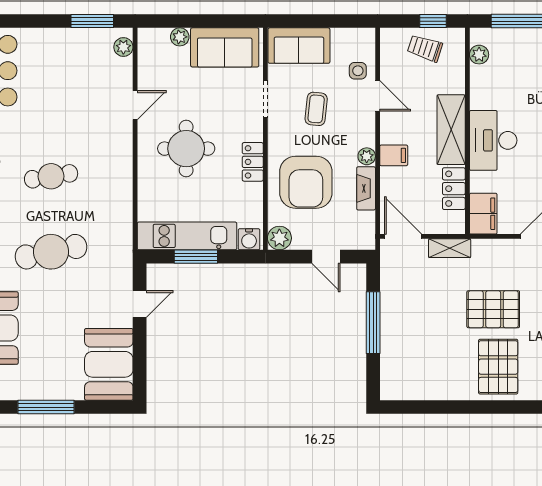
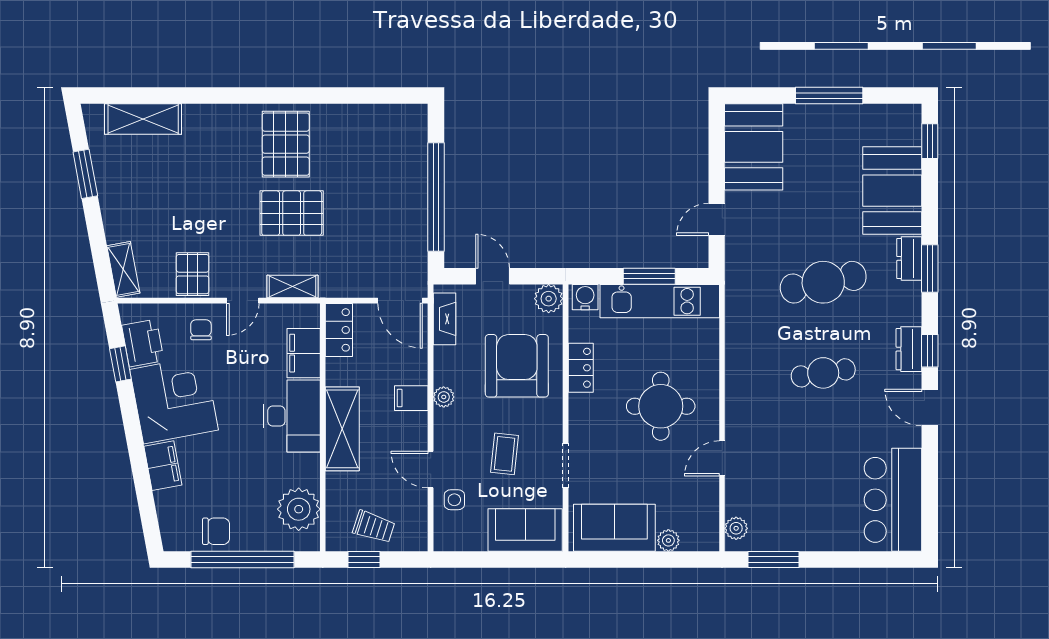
plant: (479, 55) -> (299, 509), width x1.88, depth x1.88
locker: (253, 162) -> (581, 368), moved
fireplace: (366, 188) -> (445, 319), moved
locker: (454, 189) -> (339, 330), moved
filing cabinet: (483, 214) -> (304, 353), moved
shelving: (450, 248) -> (293, 286), moved
window: (373, 323) -> (436, 197), width x1.46

